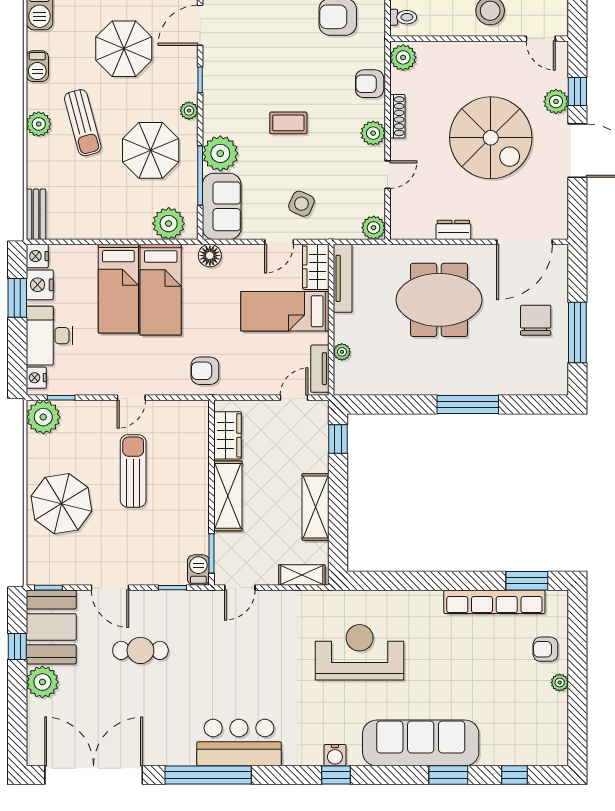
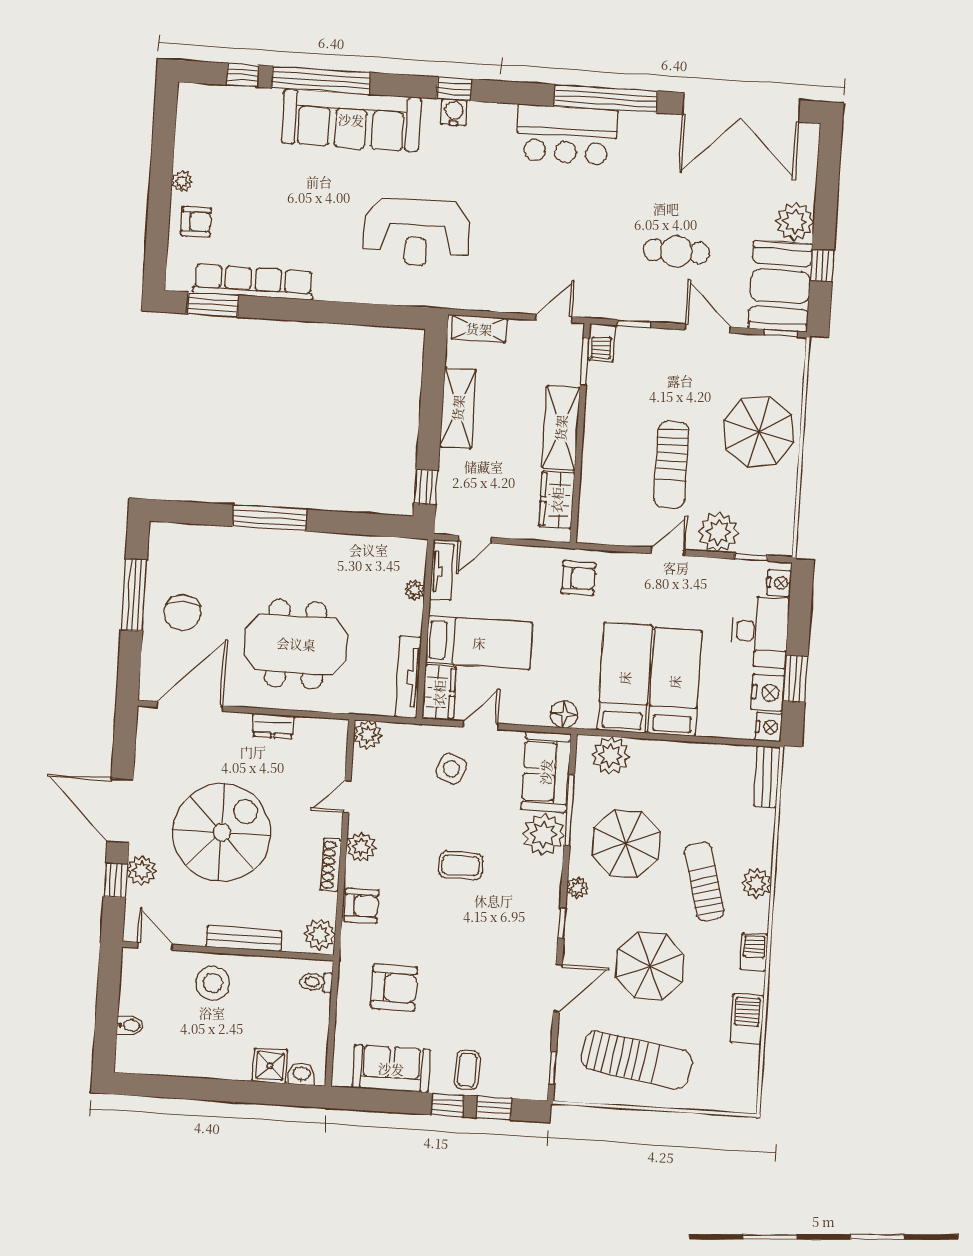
bench: (467, 50) -> (244, 939), added
spiral stairs: (491, 138) -> (222, 832), turned 90
plant: (43, 417) -> (718, 532), moved
window: (448, 775) -> (321, 80), width x2.11

